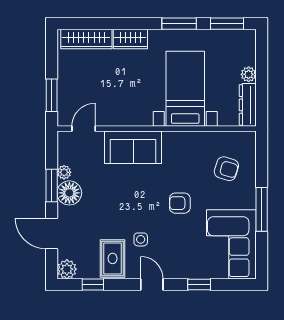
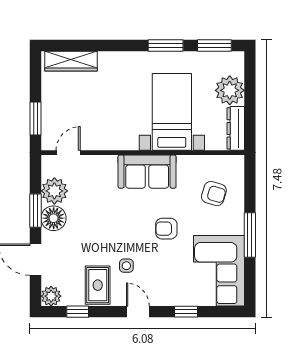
wardrobe: (130, 39) -> (116, 61), removed
plant: (249, 74) -> (230, 90), width x1.88, depth x1.88
sofa: (133, 147) -> (147, 172), moved
plant: (64, 172) -> (54, 191), width x1.88, depth x1.88

